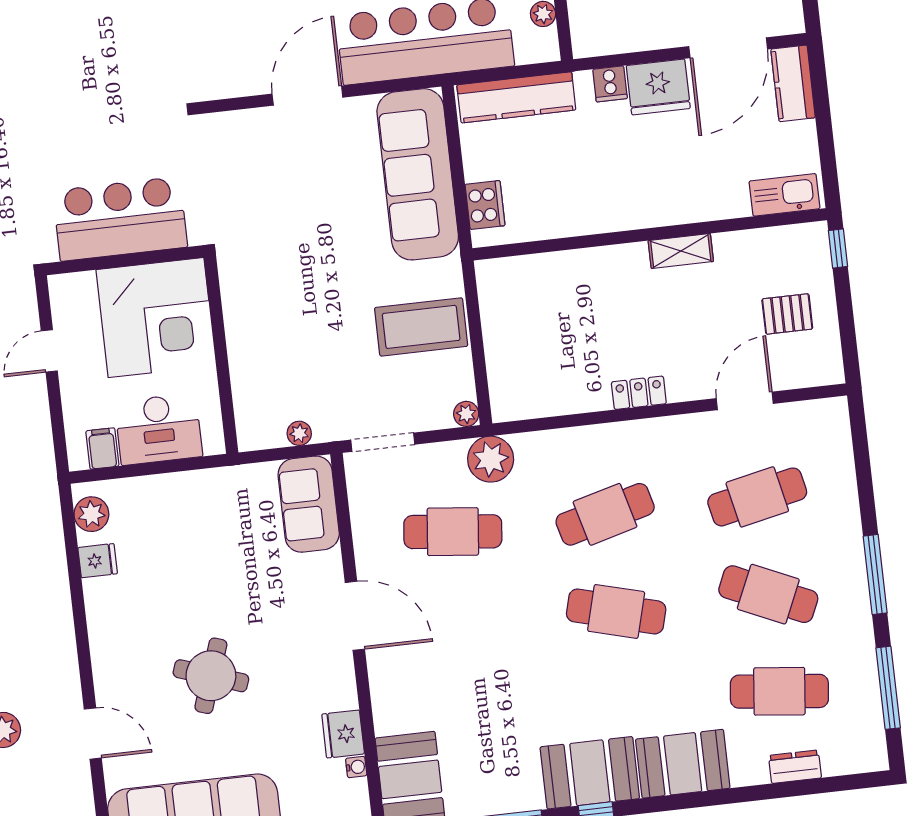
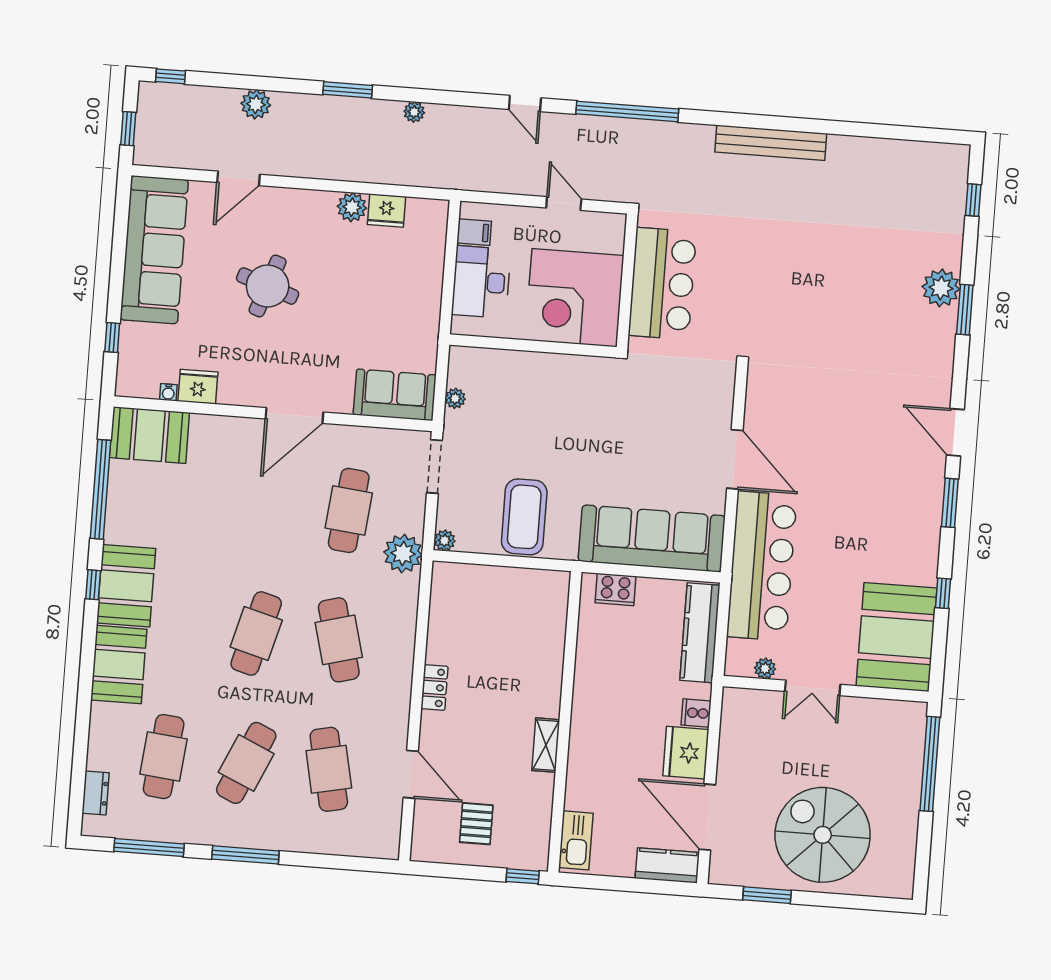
plant: (91, 514) -> (352, 207), moved
fridge: (98, 561) -> (387, 211), width x1.38
dresser: (795, 767) -> (96, 793), moved

